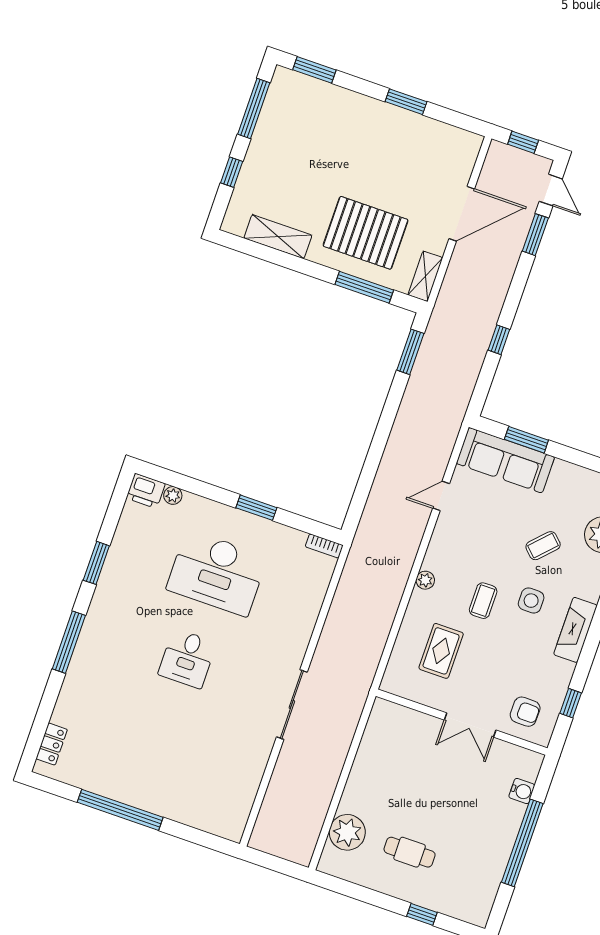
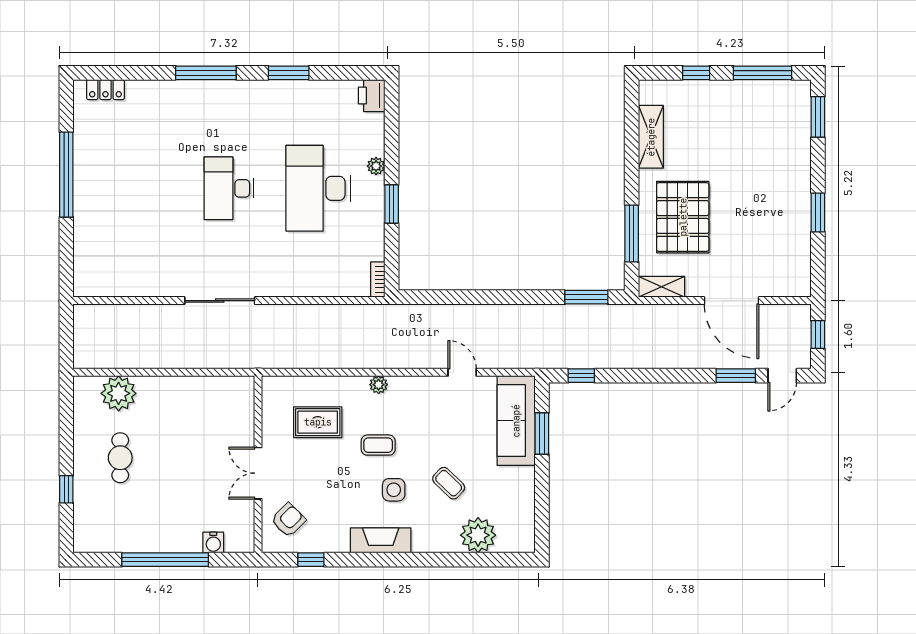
window: (499, 340) -> (581, 376), moved
plant: (173, 495) -> (376, 166), moved
desk: (187, 658) -> (229, 188), width x1.37
armchair: (525, 712) -> (288, 520), turned -136

